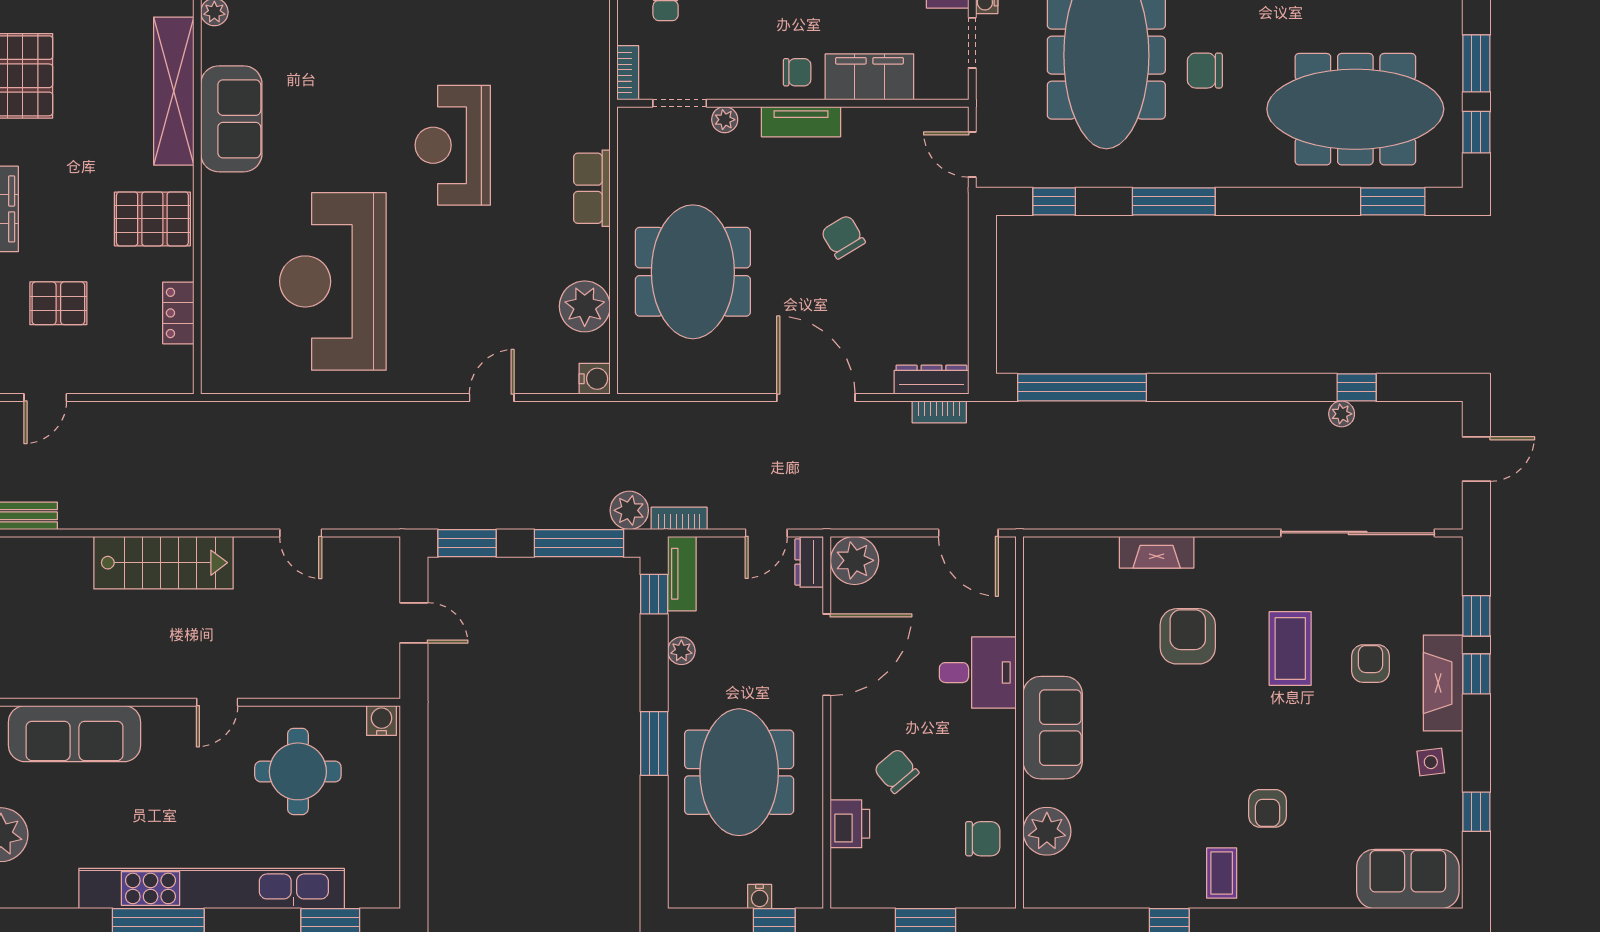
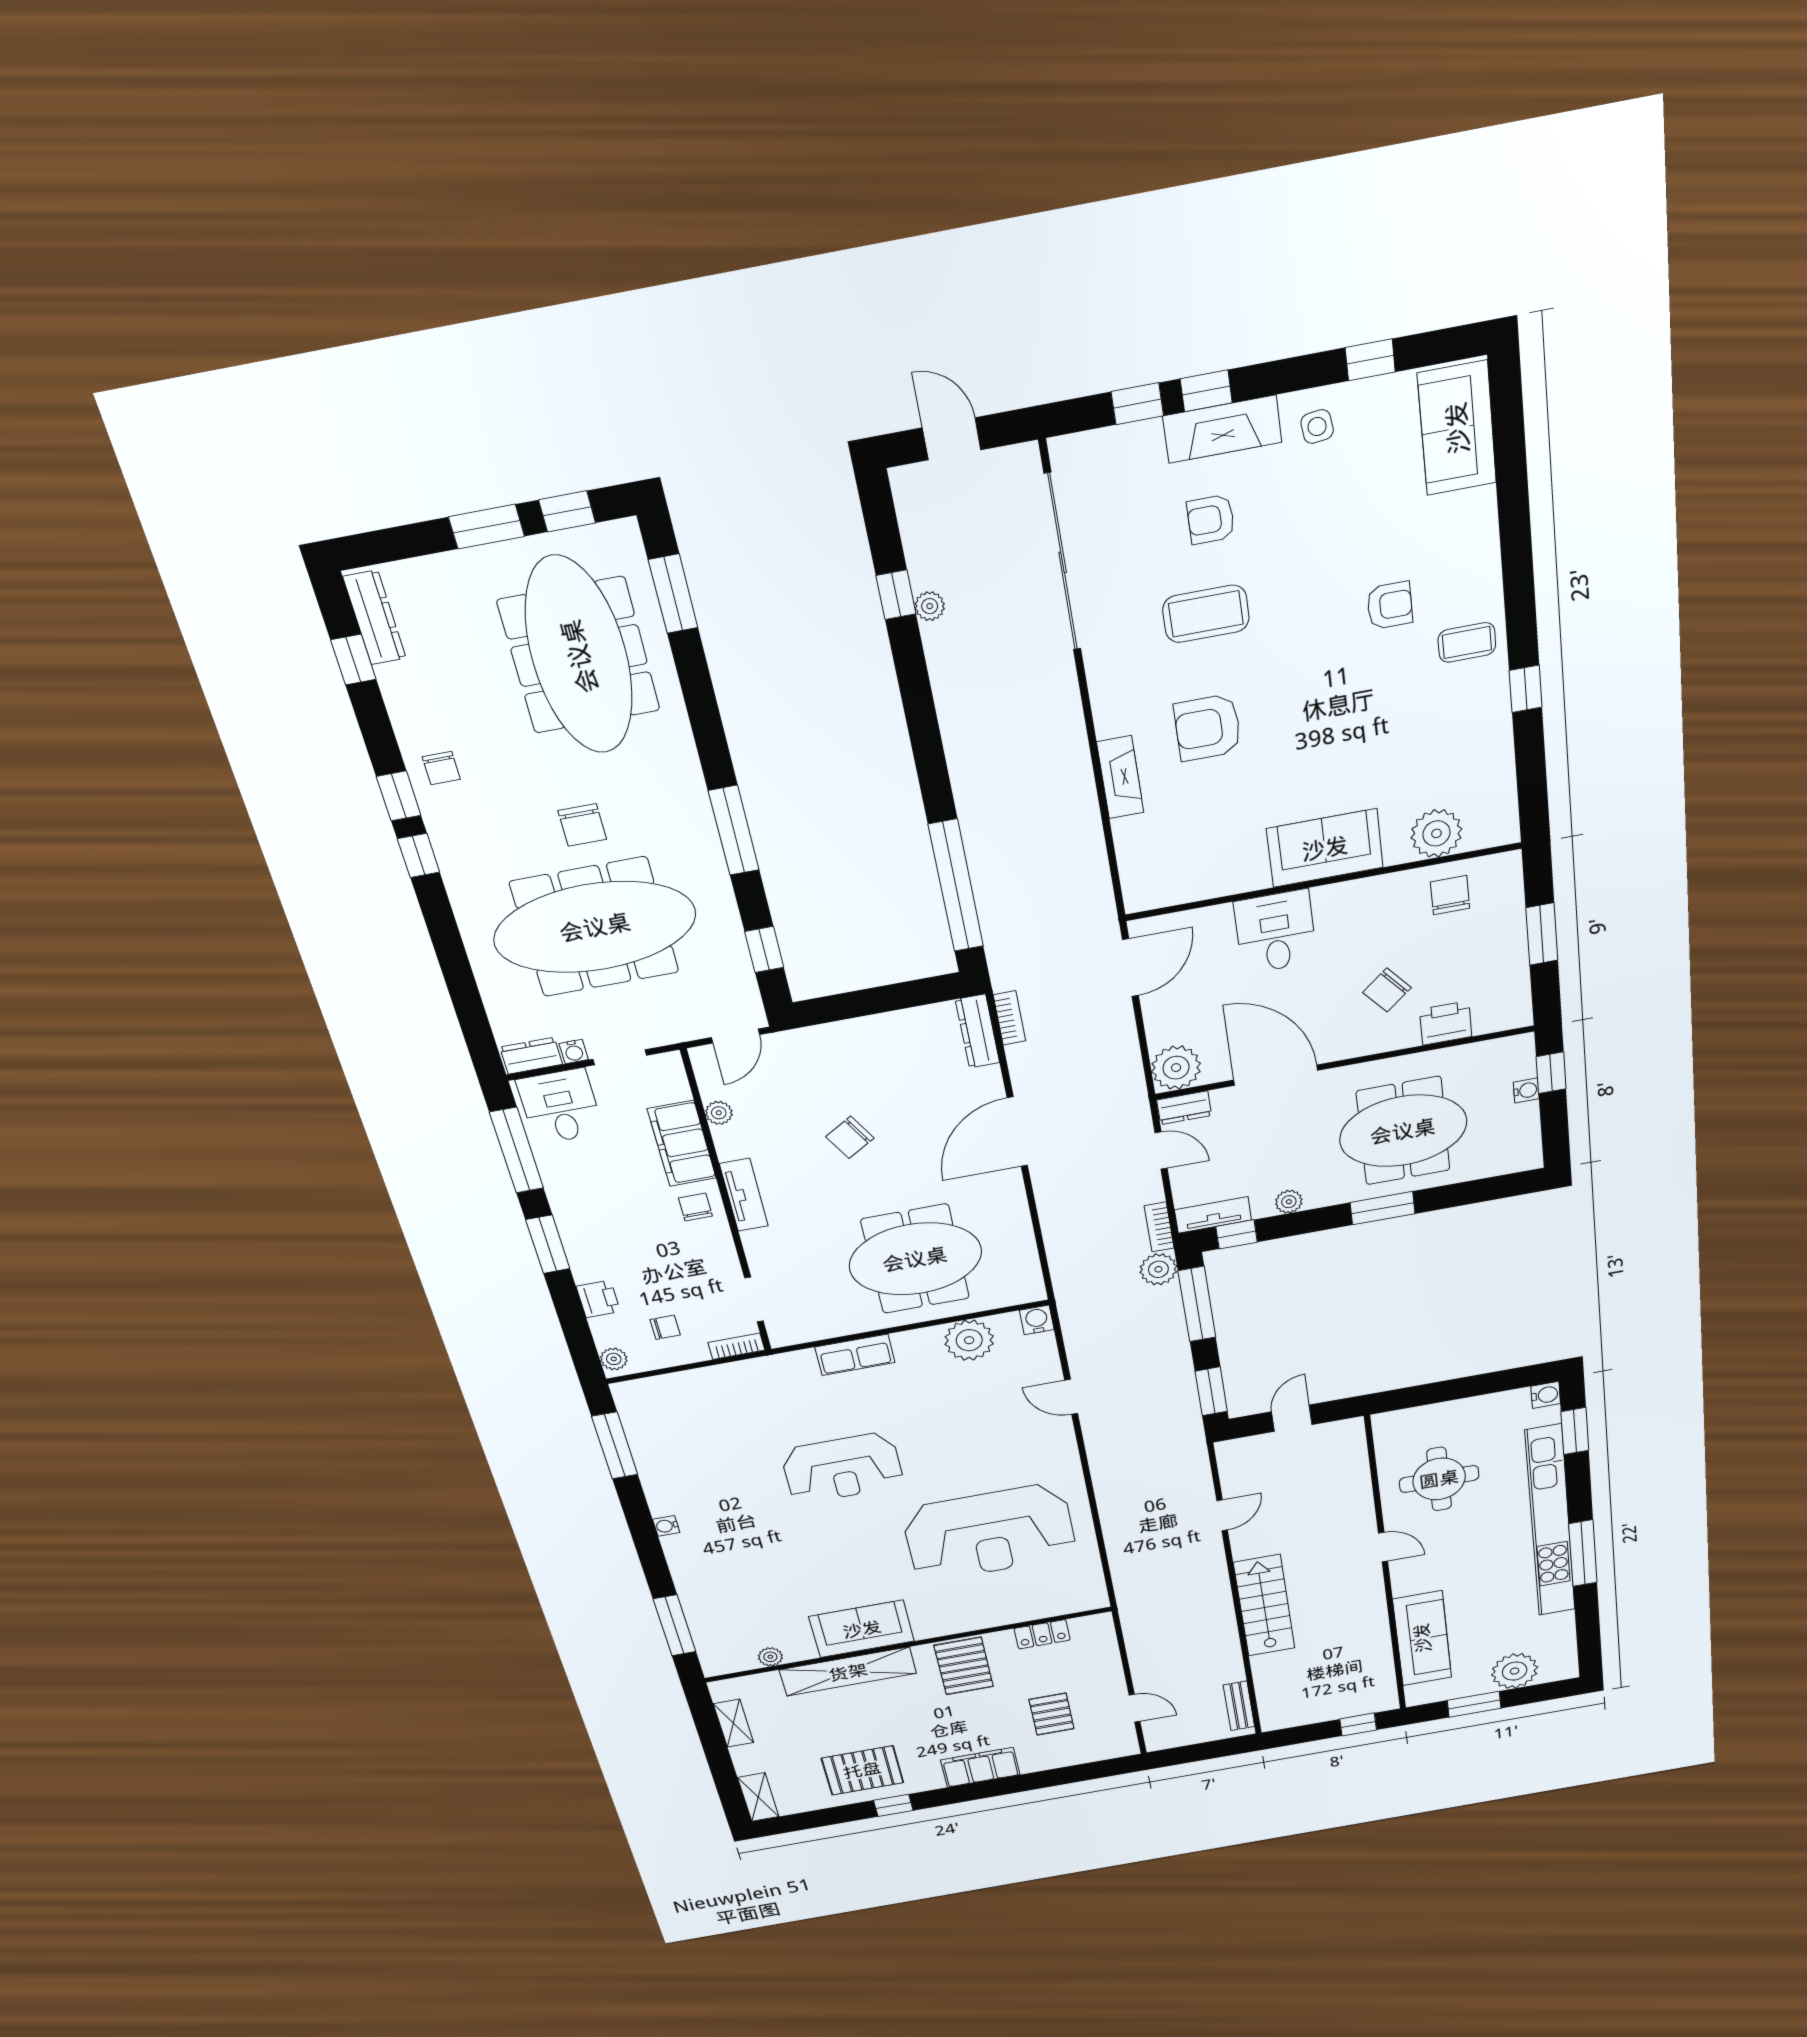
plant: (725, 120) -> (719, 1113), moved
water cooler: (382, 721) -> (1546, 1395), moved, turned 180

